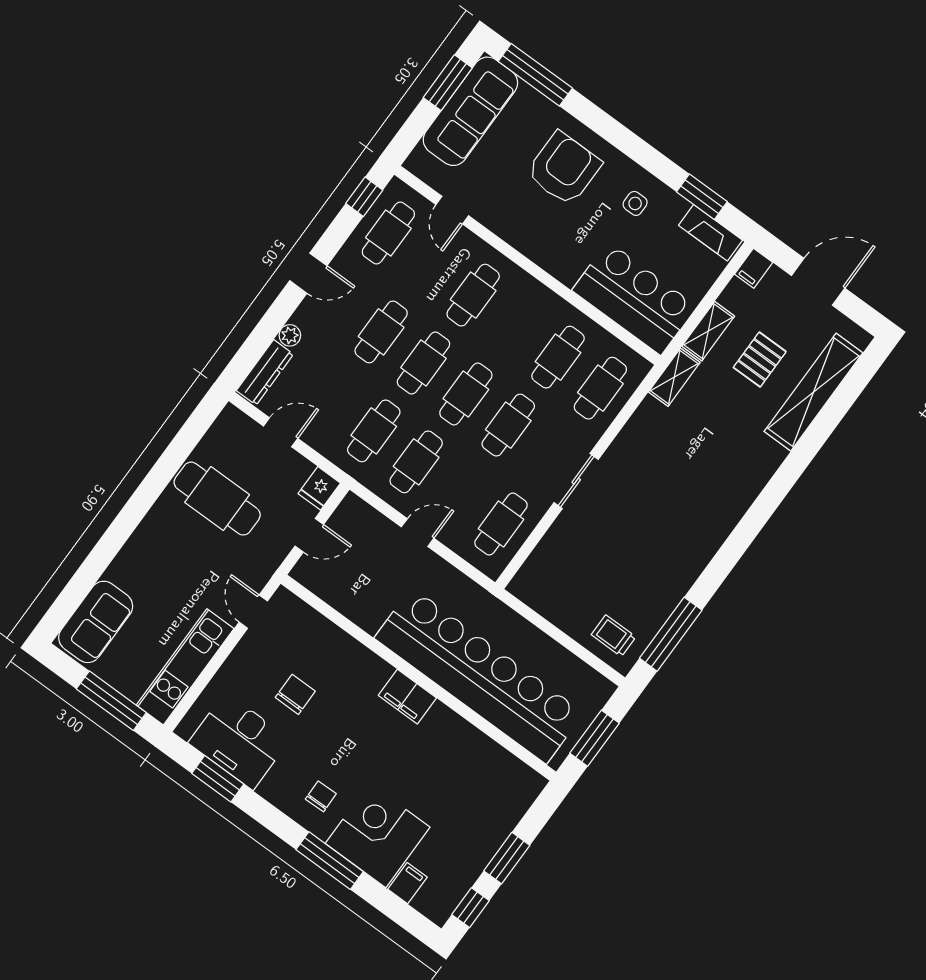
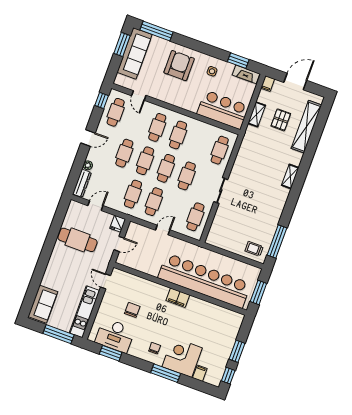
cafe table: (558, 357) -> (178, 135), moved
shelving: (674, 377) -> (290, 176), moved

